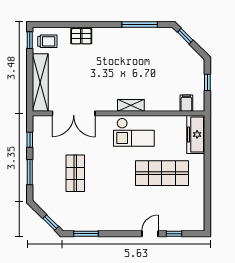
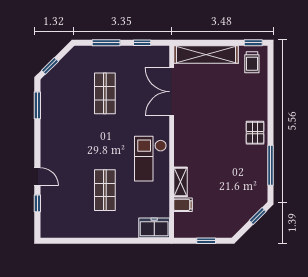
pallet: (81, 36) -> (255, 133), moved
filing cabinet: (186, 103) -> (183, 205), moved
shelving: (131, 105) -> (180, 182), moved
freezer: (196, 134) -> (154, 228), width x0.71
shop shelf: (75, 173) -> (105, 93), turned 90
shop shelf: (162, 173) -> (105, 190), width x0.70, depth x0.74

